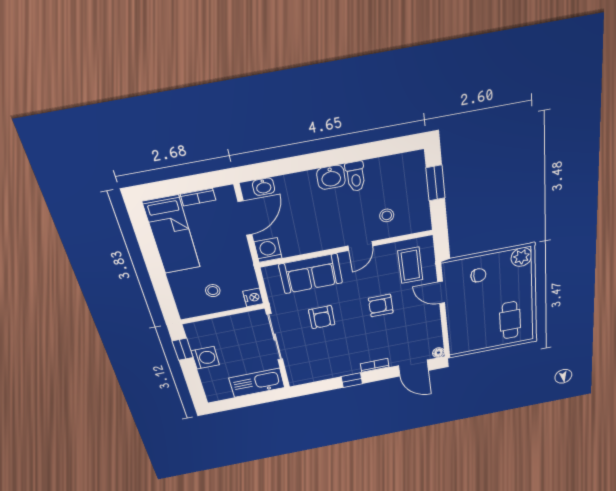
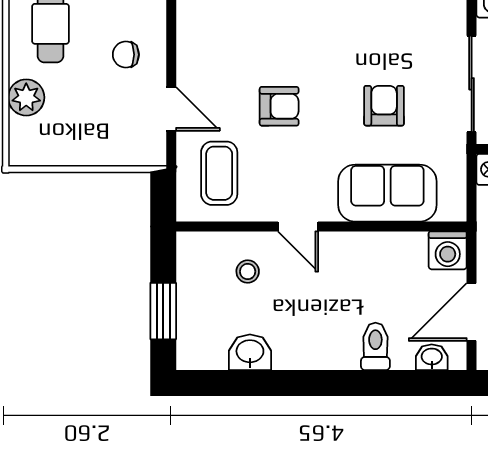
toilet: (356, 176) -> (375, 346), moved
washbasin: (331, 177) -> (250, 352), moved
door: (360, 246) -> (298, 226), swing flipped
plant: (521, 257) -> (26, 97), moved
chair: (478, 275) -> (126, 55), moved

